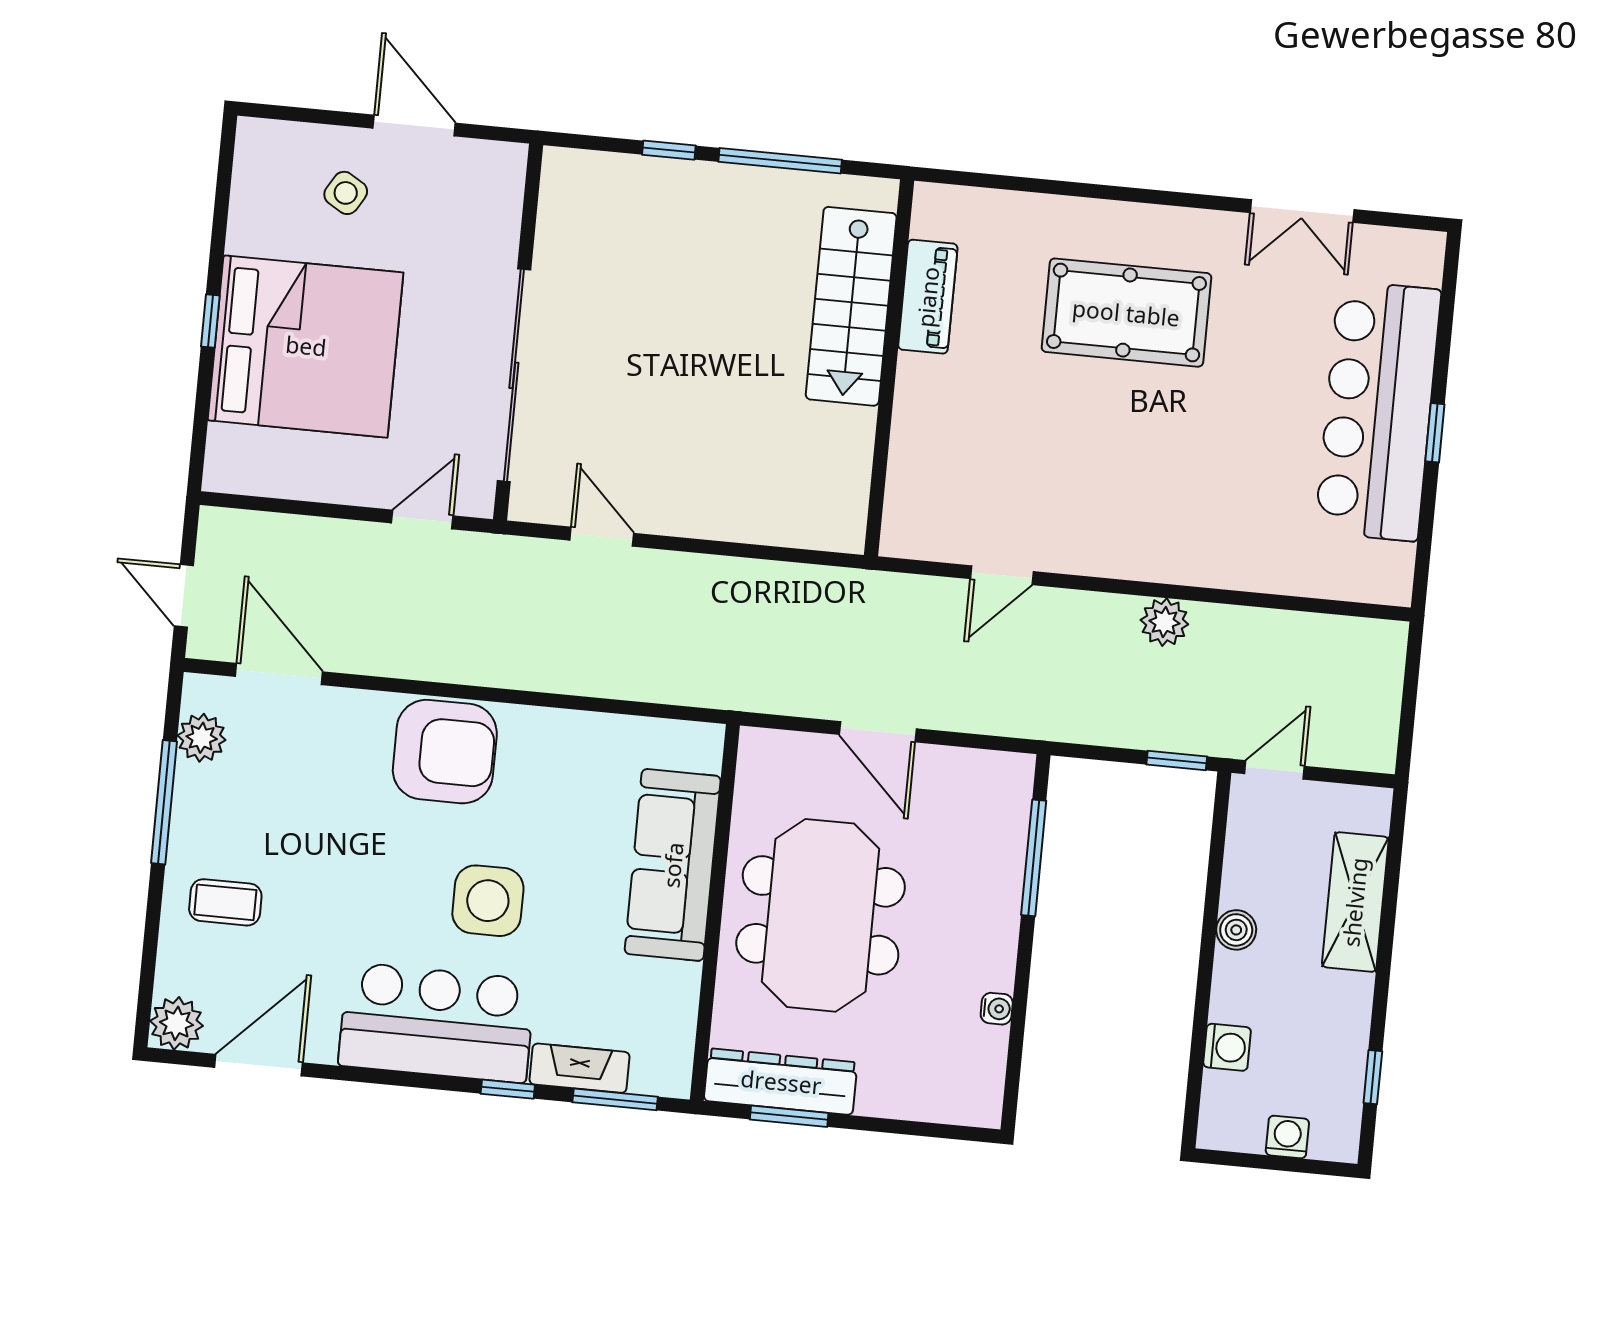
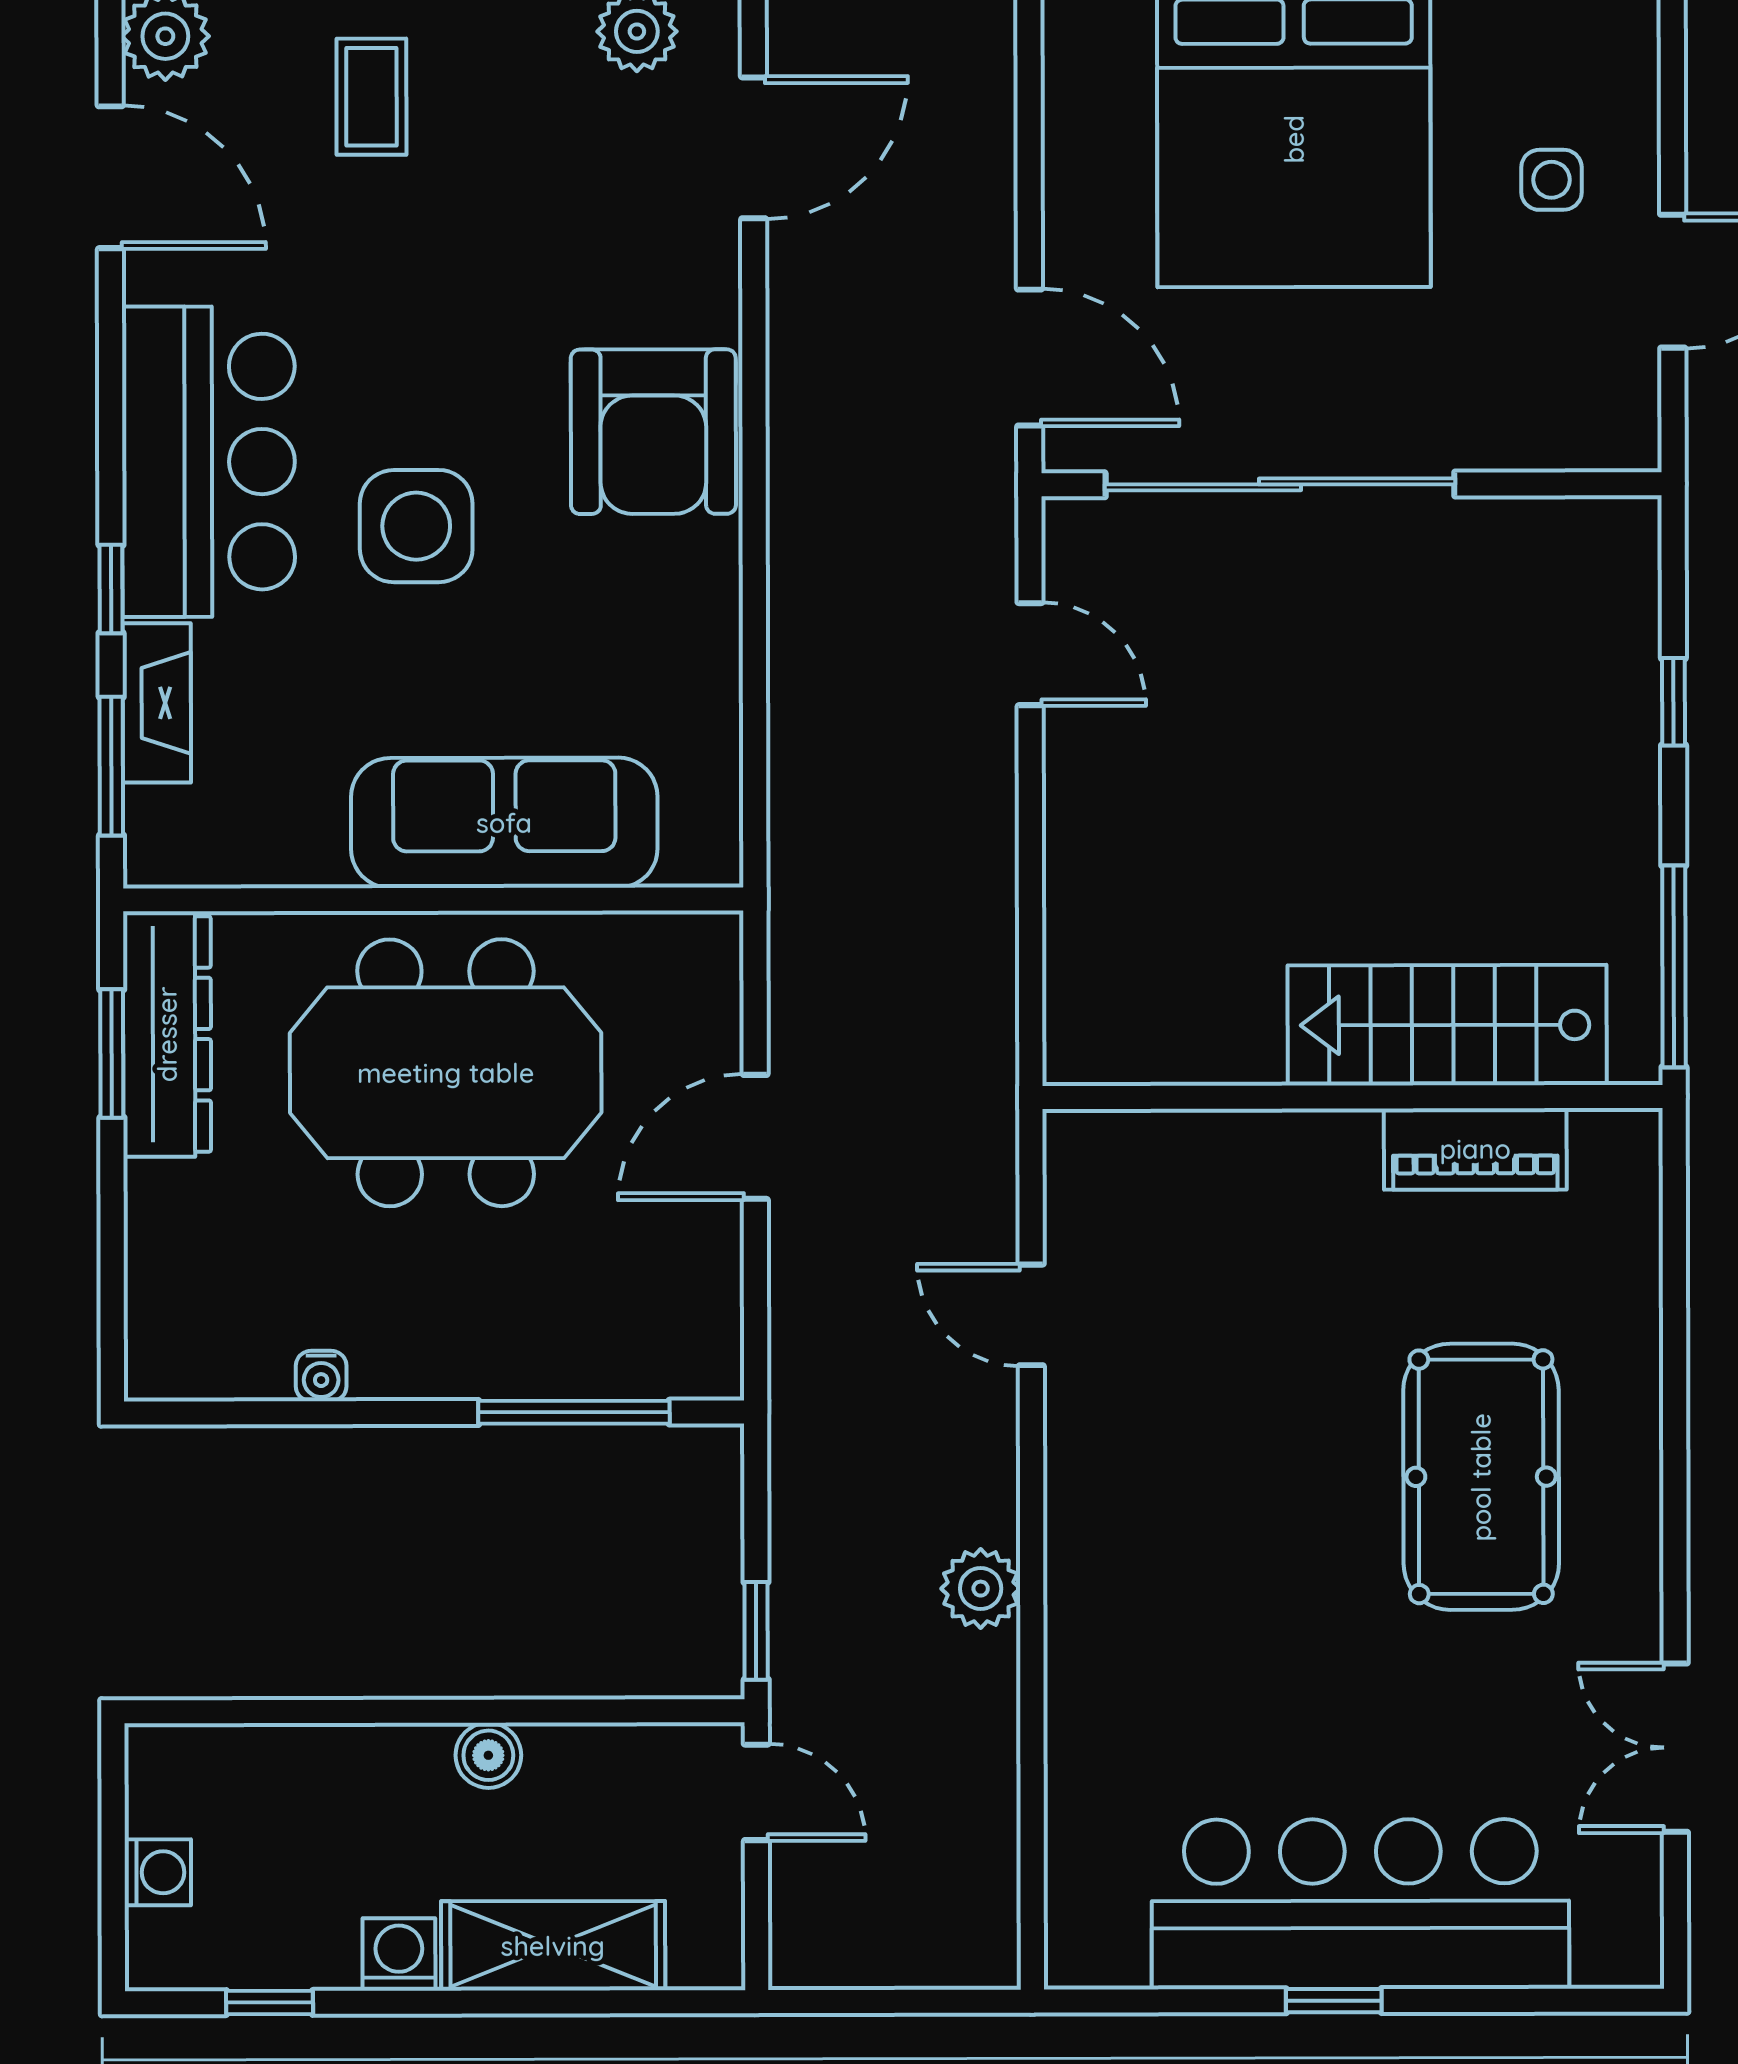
window: (780, 161) -> (1674, 966), moved
side table: (346, 193) -> (1551, 180), turned -31
door: (422, 519) -> (1030, 357), width x1.38
door: (602, 537) -> (1030, 654), hinge flipped
washing machine: (1227, 1047) -> (399, 1954), moved, turned 180

